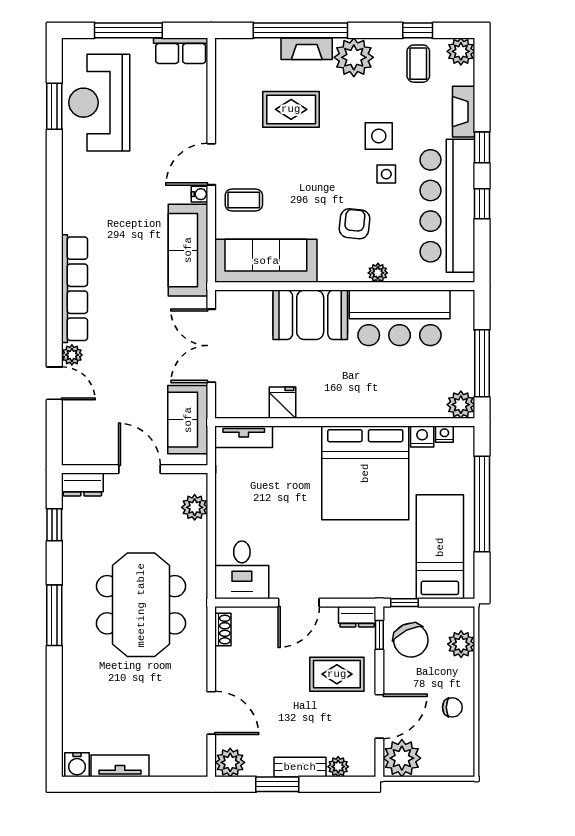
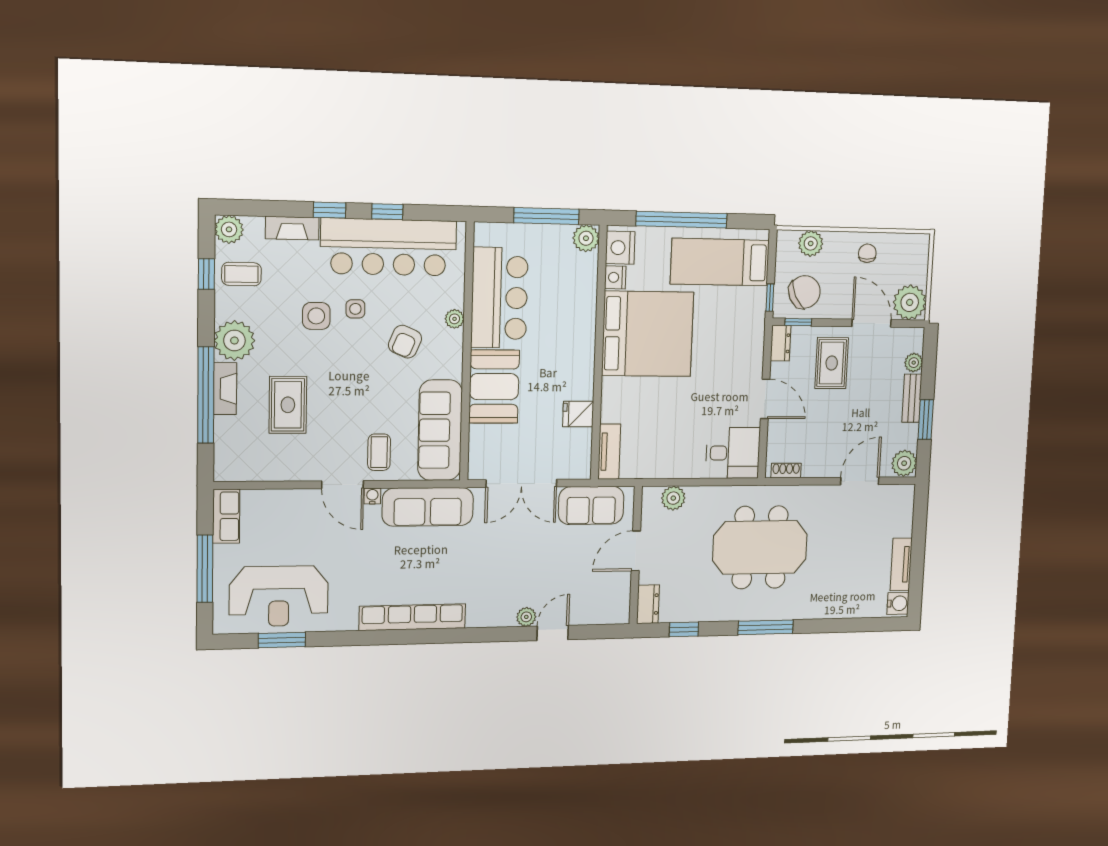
armchair: (355, 224) -> (405, 342), turned -73
row of seats: (75, 289) -> (412, 617), moved
nightstand: (444, 434) -> (620, 248), width x1.89, depth x1.79

